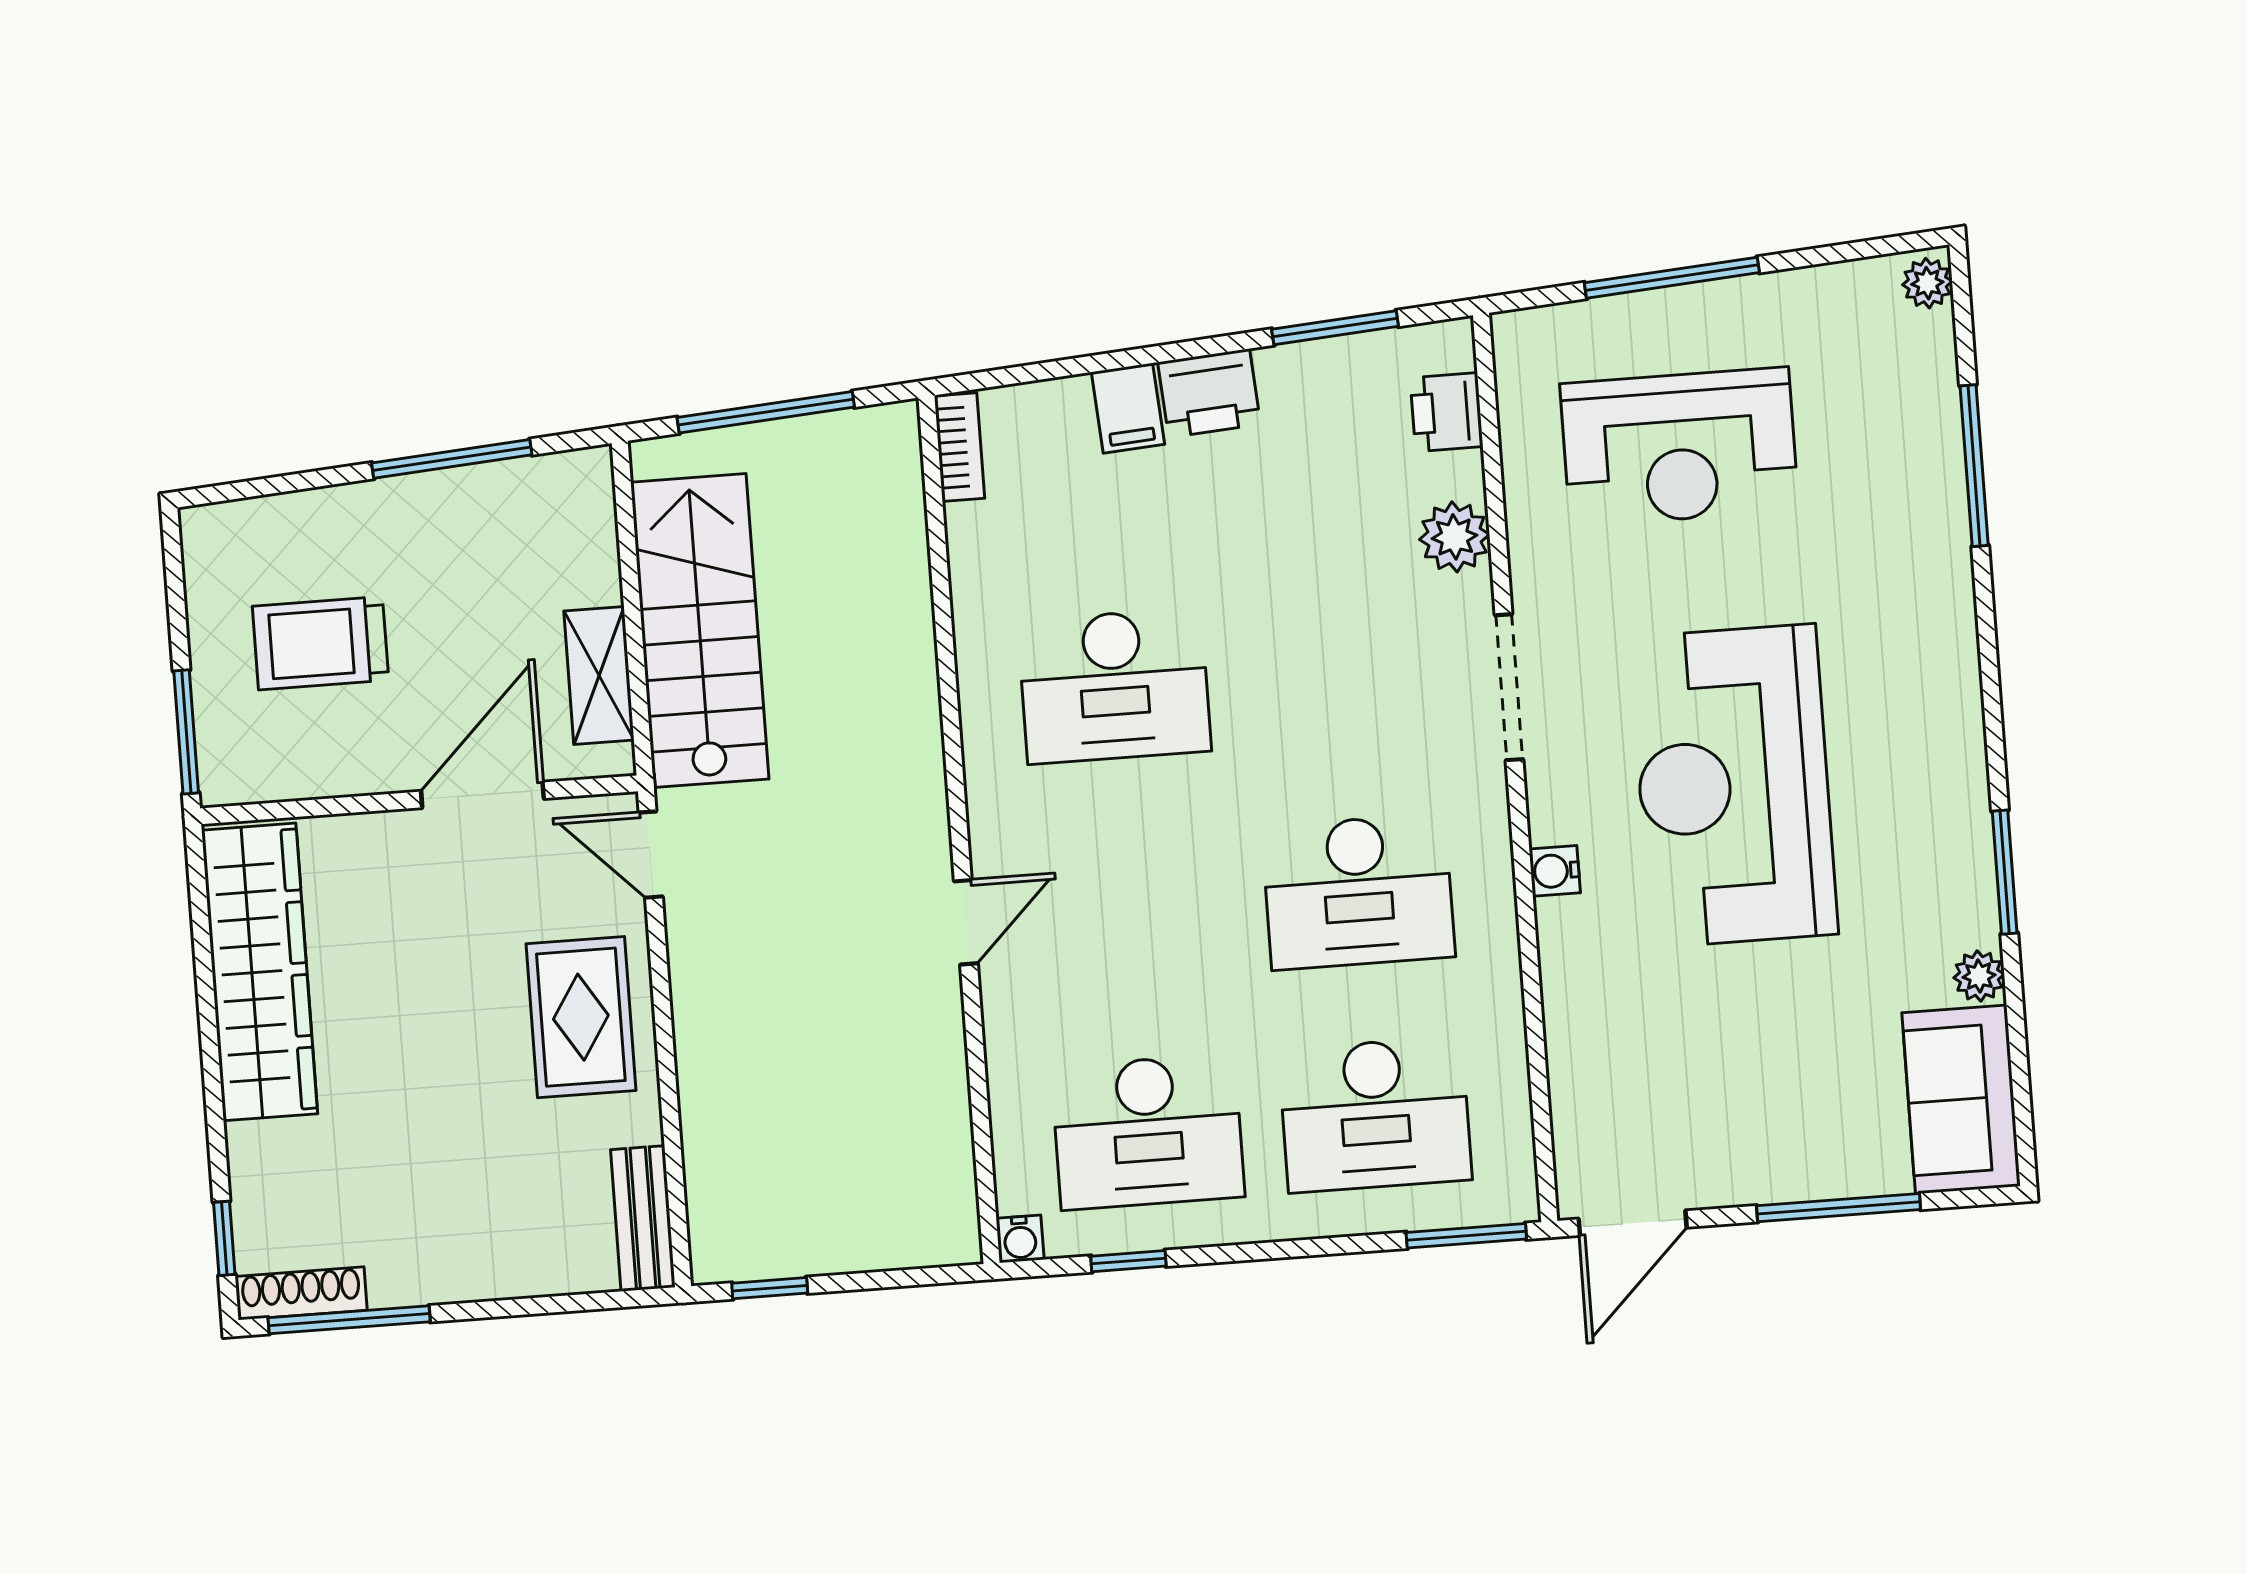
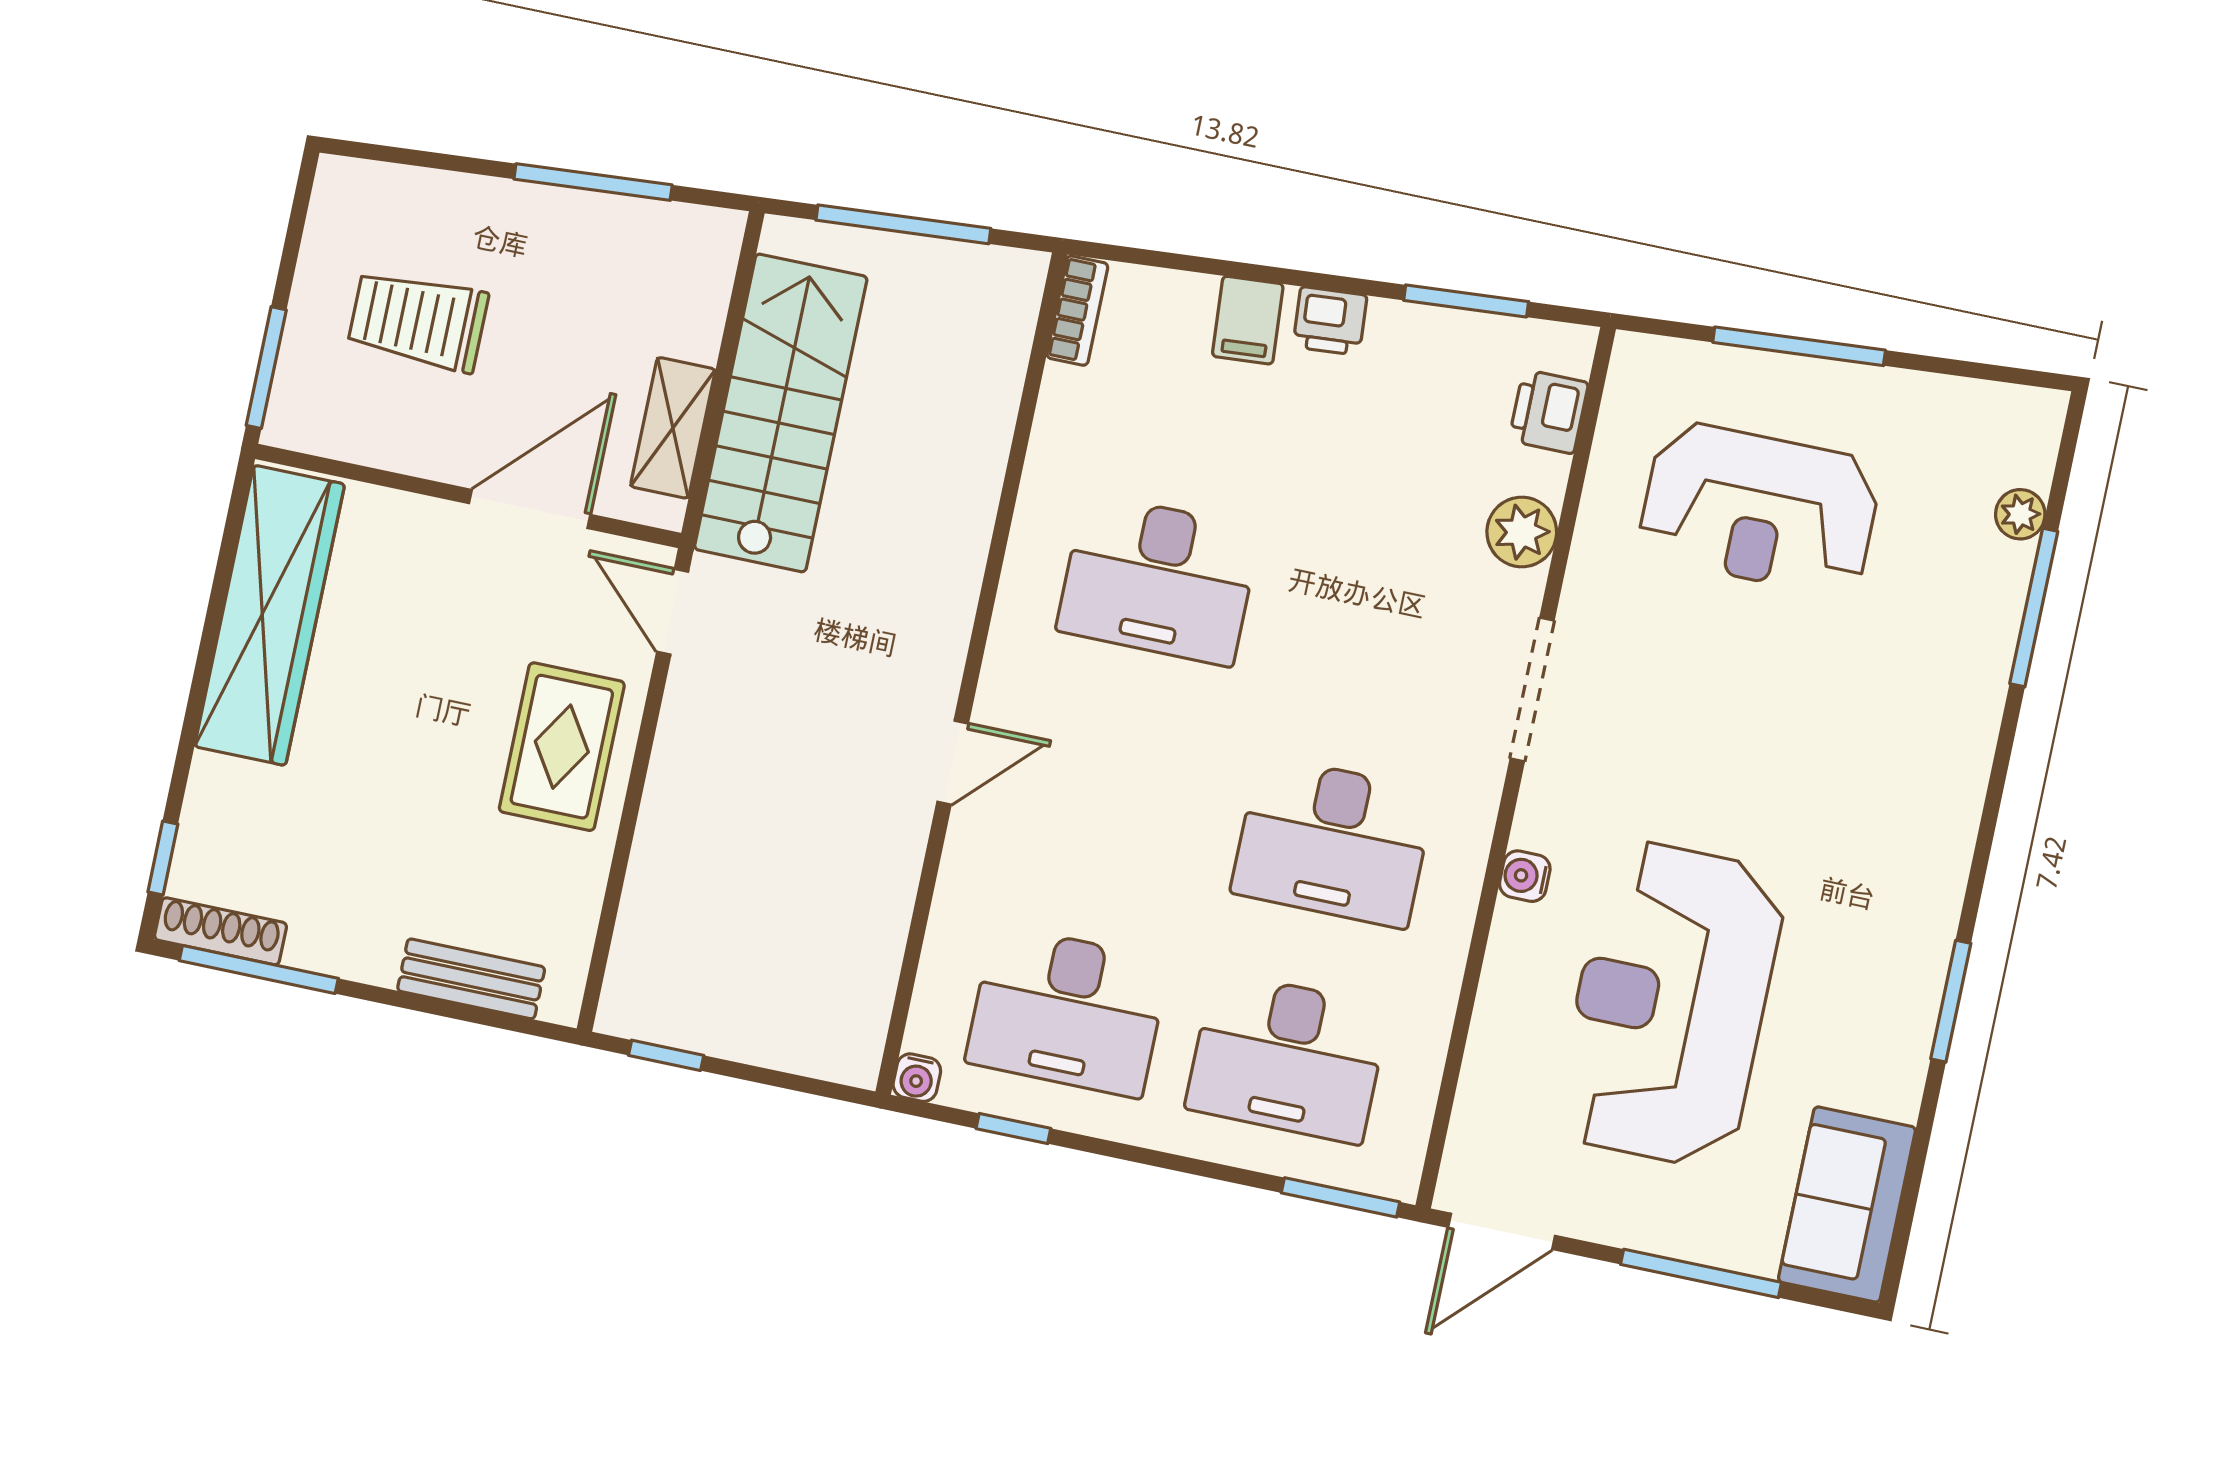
plant: (1927, 283) -> (2020, 514), moved
printer: (1209, 393) -> (1330, 321), width x0.73, depth x0.81
reception desk: (1734, 786) -> (1670, 1004), moved
plant: (1979, 976) -> (1898, 1093), removed
bench: (643, 1218) -> (471, 979), moved, turned 90

